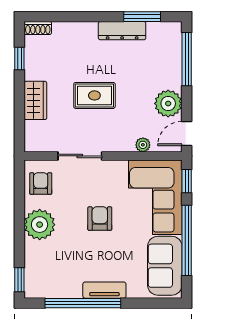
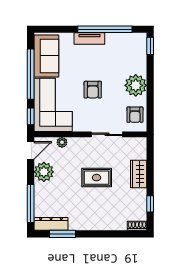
dresser: (122, 31) -> (51, 224), moved

